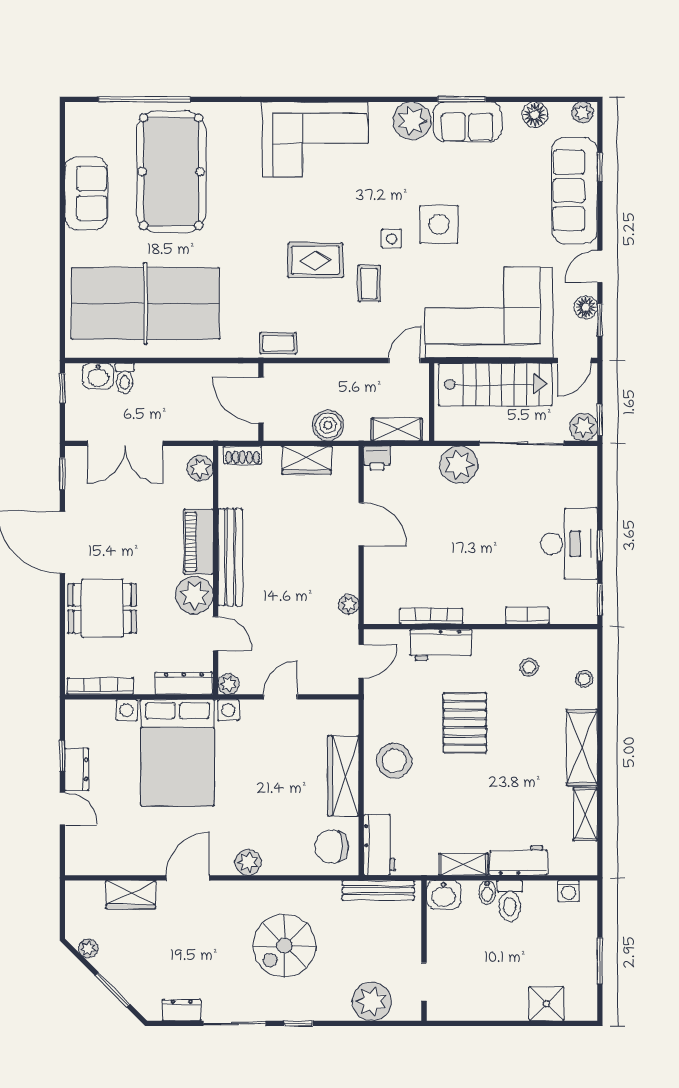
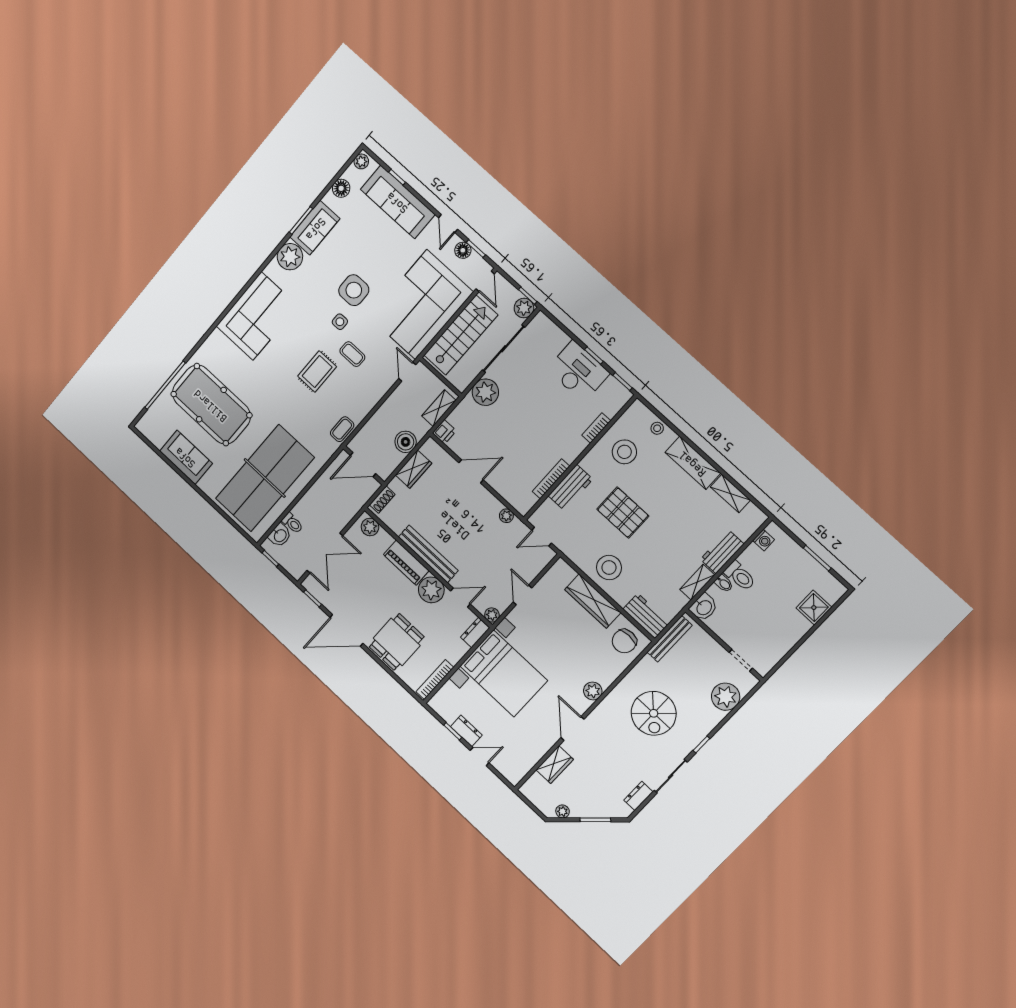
door: (361, 661) -> (542, 537), swing flipped
stool: (529, 667) -> (624, 452), width x1.89, depth x1.89
dresser: (184, 683) -> (475, 633), width x0.70

